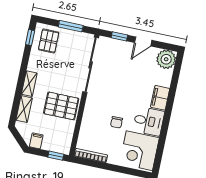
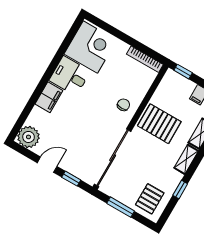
window: (30, 38) -> (180, 190), moved
chair: (117, 122) -> (123, 105), moved

